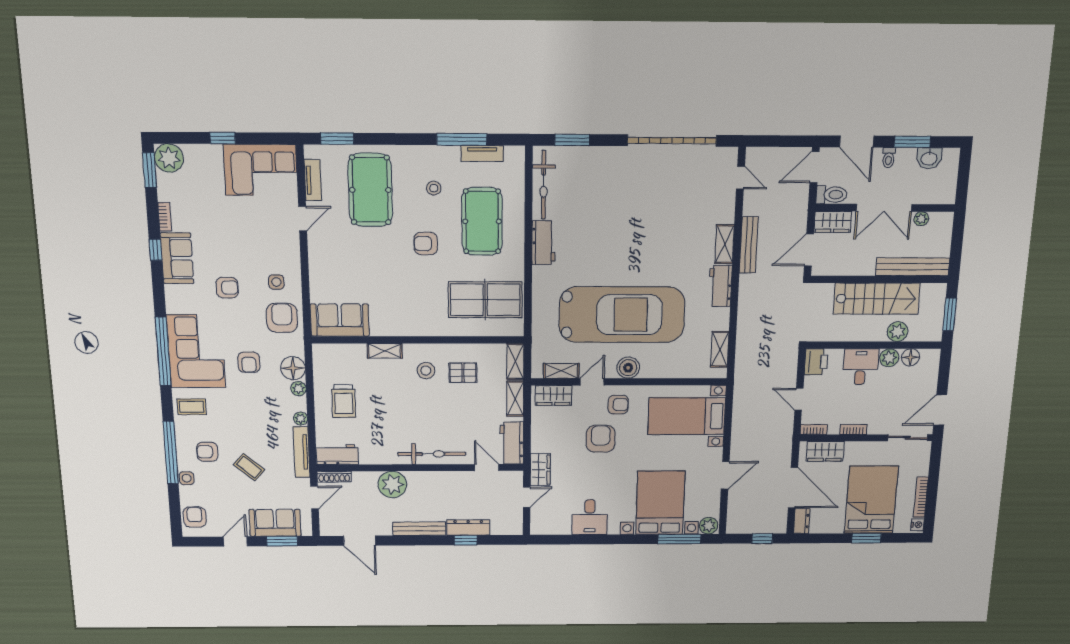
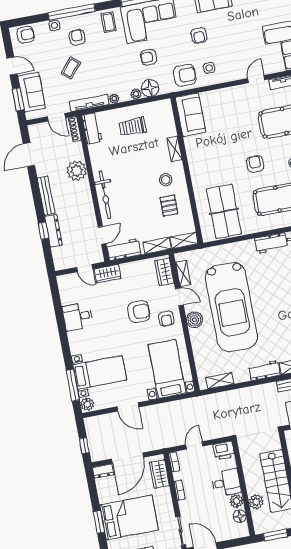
door: (303, 219) -> (256, 79), swing flipped
bed with nightstands: (660, 503) -> (100, 372), width x0.73

